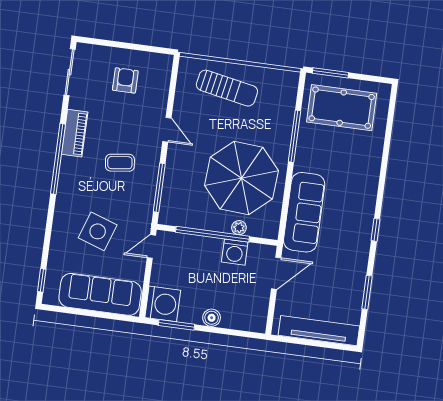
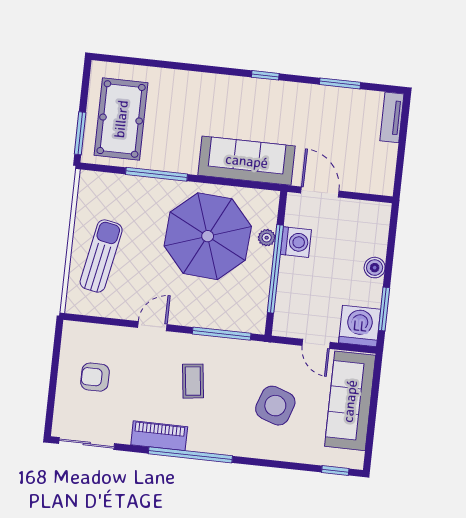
door: (151, 247) -> (316, 344), moved
tv unit: (319, 331) -> (392, 117), width x0.52, depth x0.78

